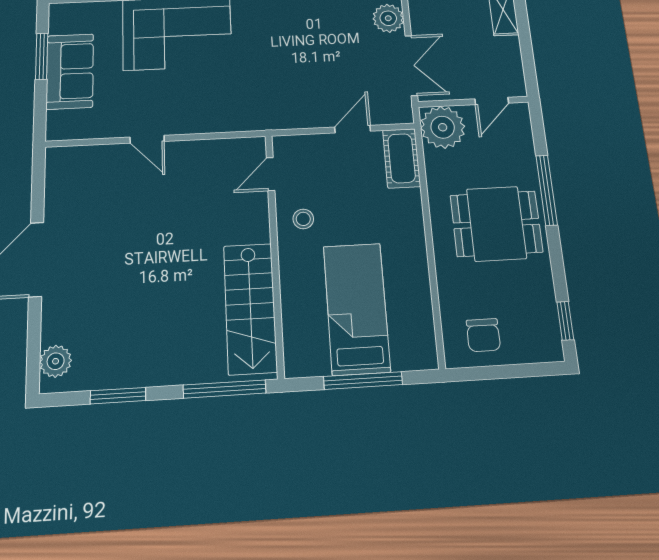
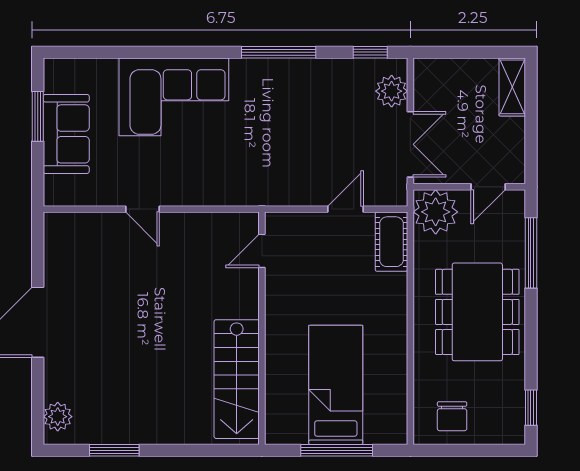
window: (547, 190) -> (531, 253), moved
stool: (303, 219) -> (291, 297), removed
dining table: (496, 224) -> (477, 312), width x1.38
window: (225, 389) -> (210, 450), removed

